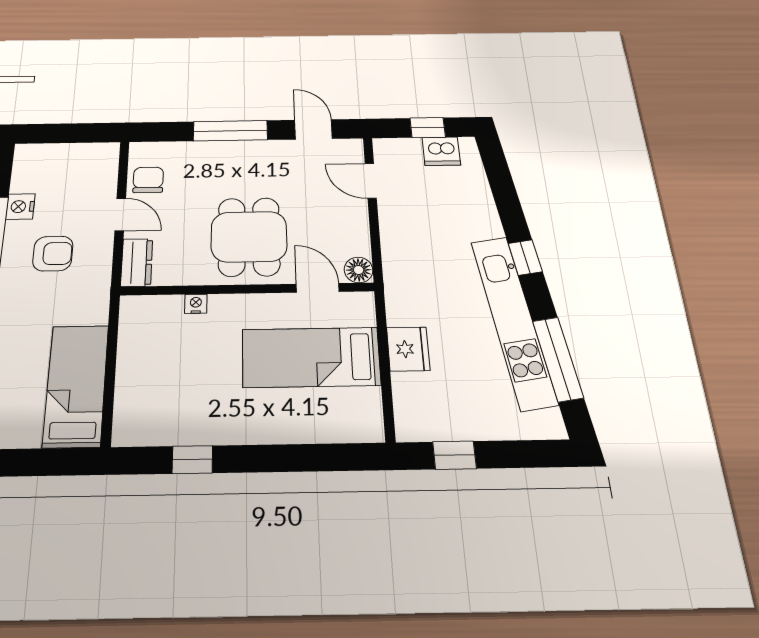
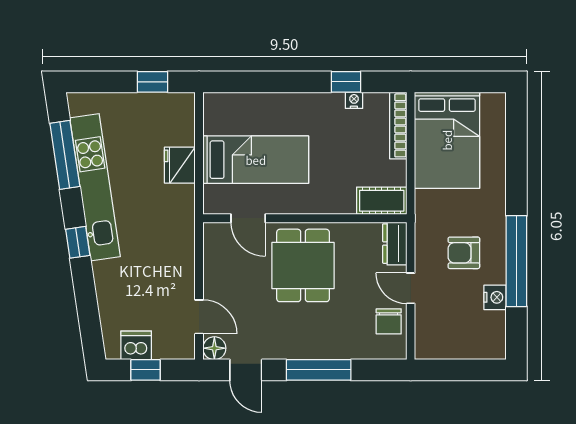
floor lamp: (359, 270) -> (214, 348), moved
nightstand: (196, 304) -> (354, 100), moved, turned 180
cot: (151, 311) -> (382, 201), added
bed: (76, 385) -> (447, 140), width x1.50
bookcase: (125, 403) -> (398, 125), added

